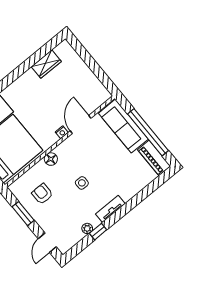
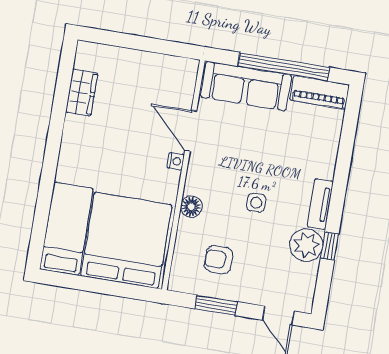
plant: (87, 228) -> (306, 245), width x1.88, depth x1.88

